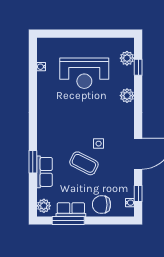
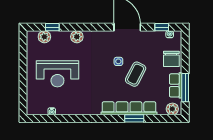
reception desk: (84, 73) -> (57, 74), turned 90
row of seats: (44, 172) -> (129, 108), width x2.02

